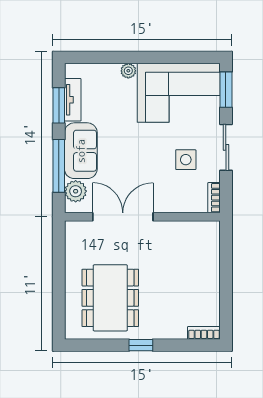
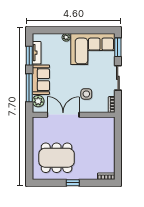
side table: (186, 160) -> (86, 94), moved
dining table: (110, 298) -> (57, 158), turned 90

